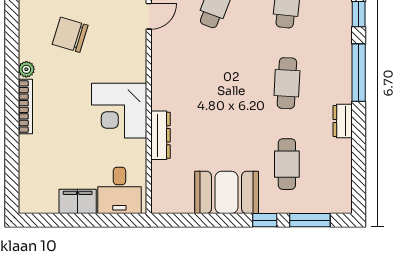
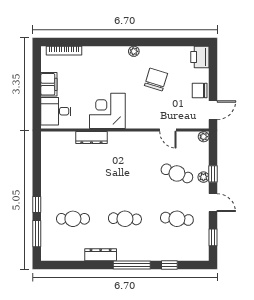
bookcase: (25, 107) -> (64, 51), moved
dresser: (343, 121) -> (101, 255), width x1.44
booth: (227, 192) -> (55, 180), removed

